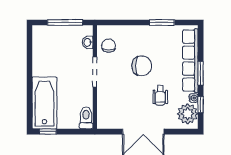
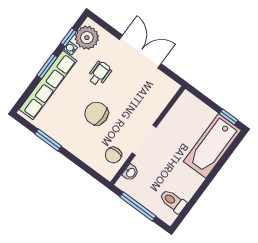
toilet: (86, 118) -> (173, 201), moved, turned 90

